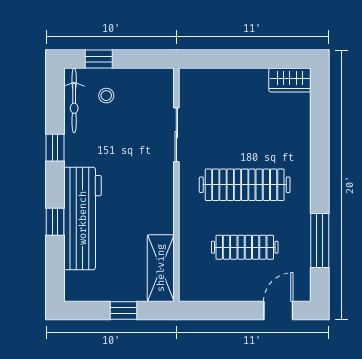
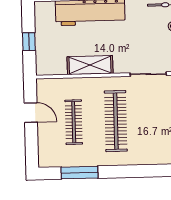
shelving: (161, 268) -> (90, 65), moved
door: (278, 310) -> (31, 113), moved

